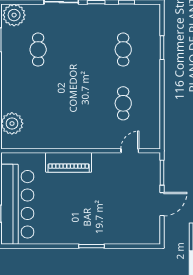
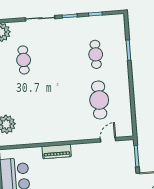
cafe table: (123, 103) -> (99, 100), width x1.37, depth x1.35
piano: (69, 162) -> (57, 152), width x0.73, depth x0.75

